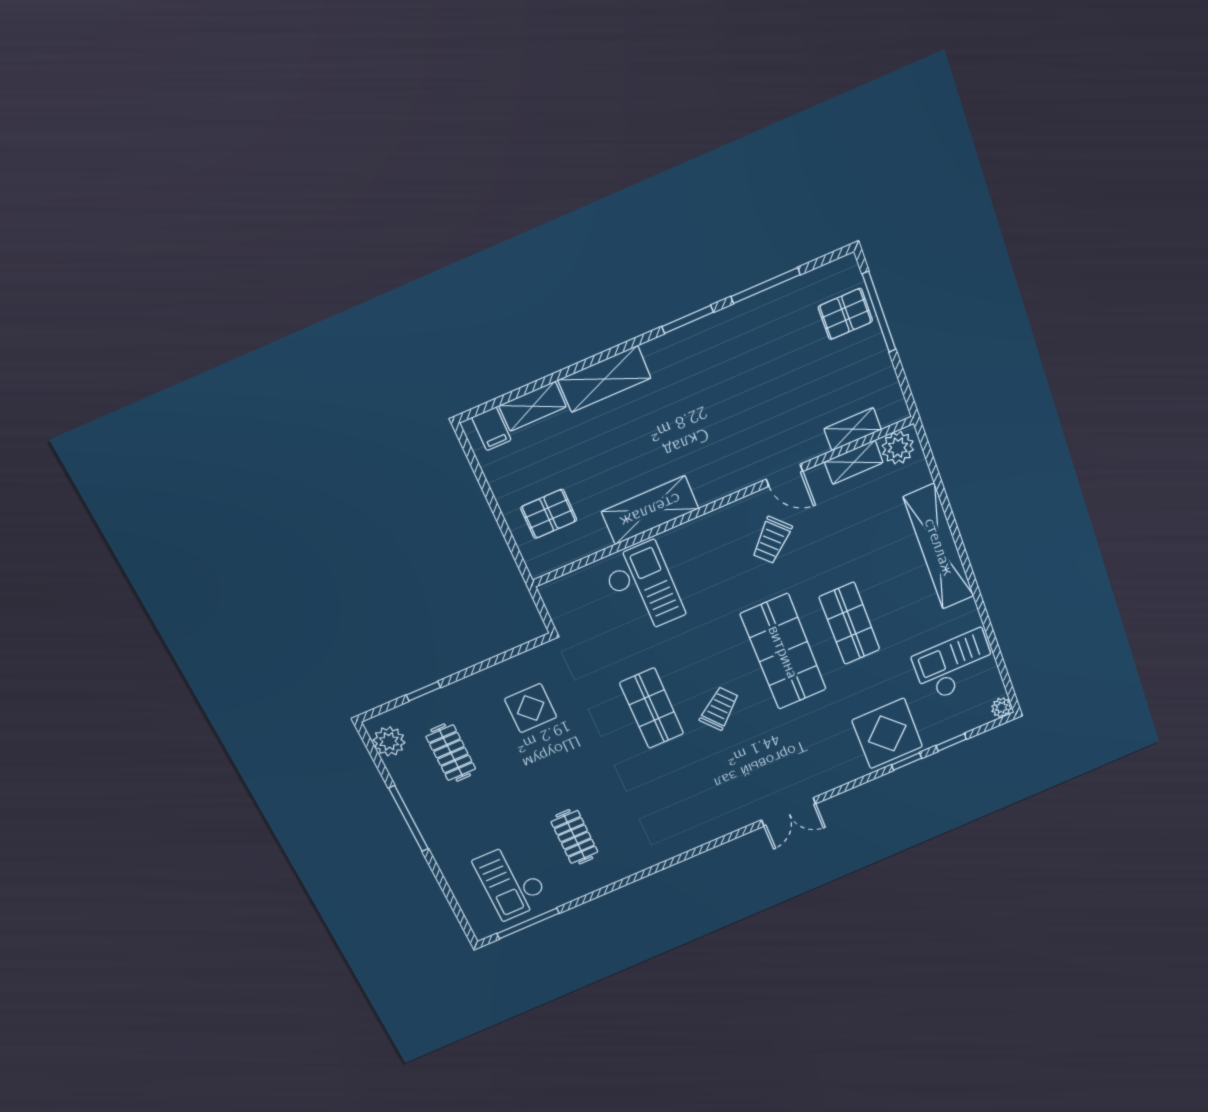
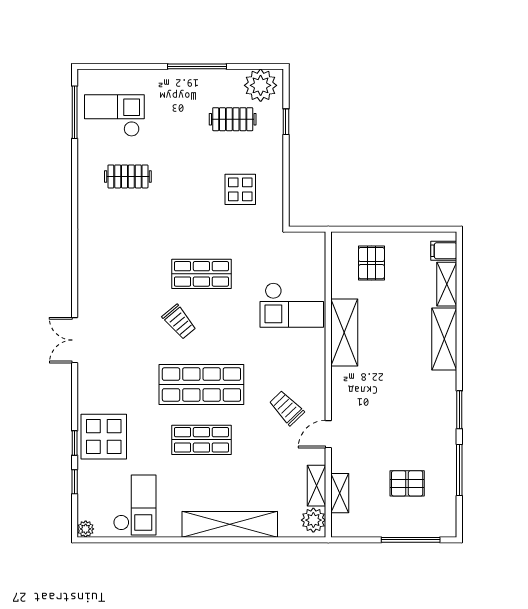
pallet: (845, 314) -> (407, 483), moved, turned 90
plant: (389, 741) -> (261, 85), width x1.36, depth x1.36

